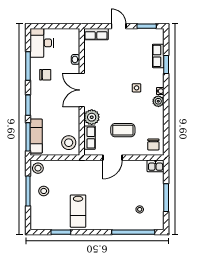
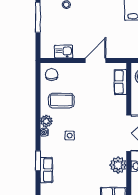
plant: (92, 117) -> (118, 165), moved
coffee table: (123, 130) -> (61, 101), moved
kitchen sink: (156, 166) -> (64, 52), moved

